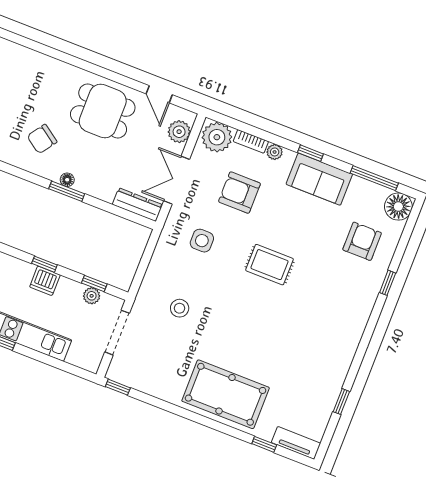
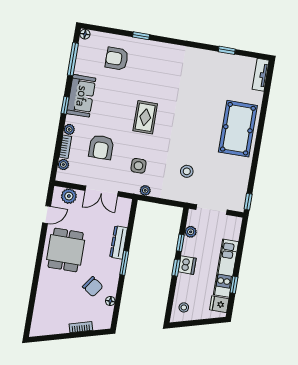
plant: (217, 137) -> (63, 165), width x0.53, depth x0.53
floor lamp: (67, 180) -> (110, 301), moved
dresser: (137, 205) -> (119, 242), moved
floor lamp: (398, 207) -> (85, 34), width x0.53, depth x0.53
plant: (165, 243) -> (145, 190), added
window: (94, 284) -> (180, 243), moved
window: (264, 444) -> (266, 96), removed

